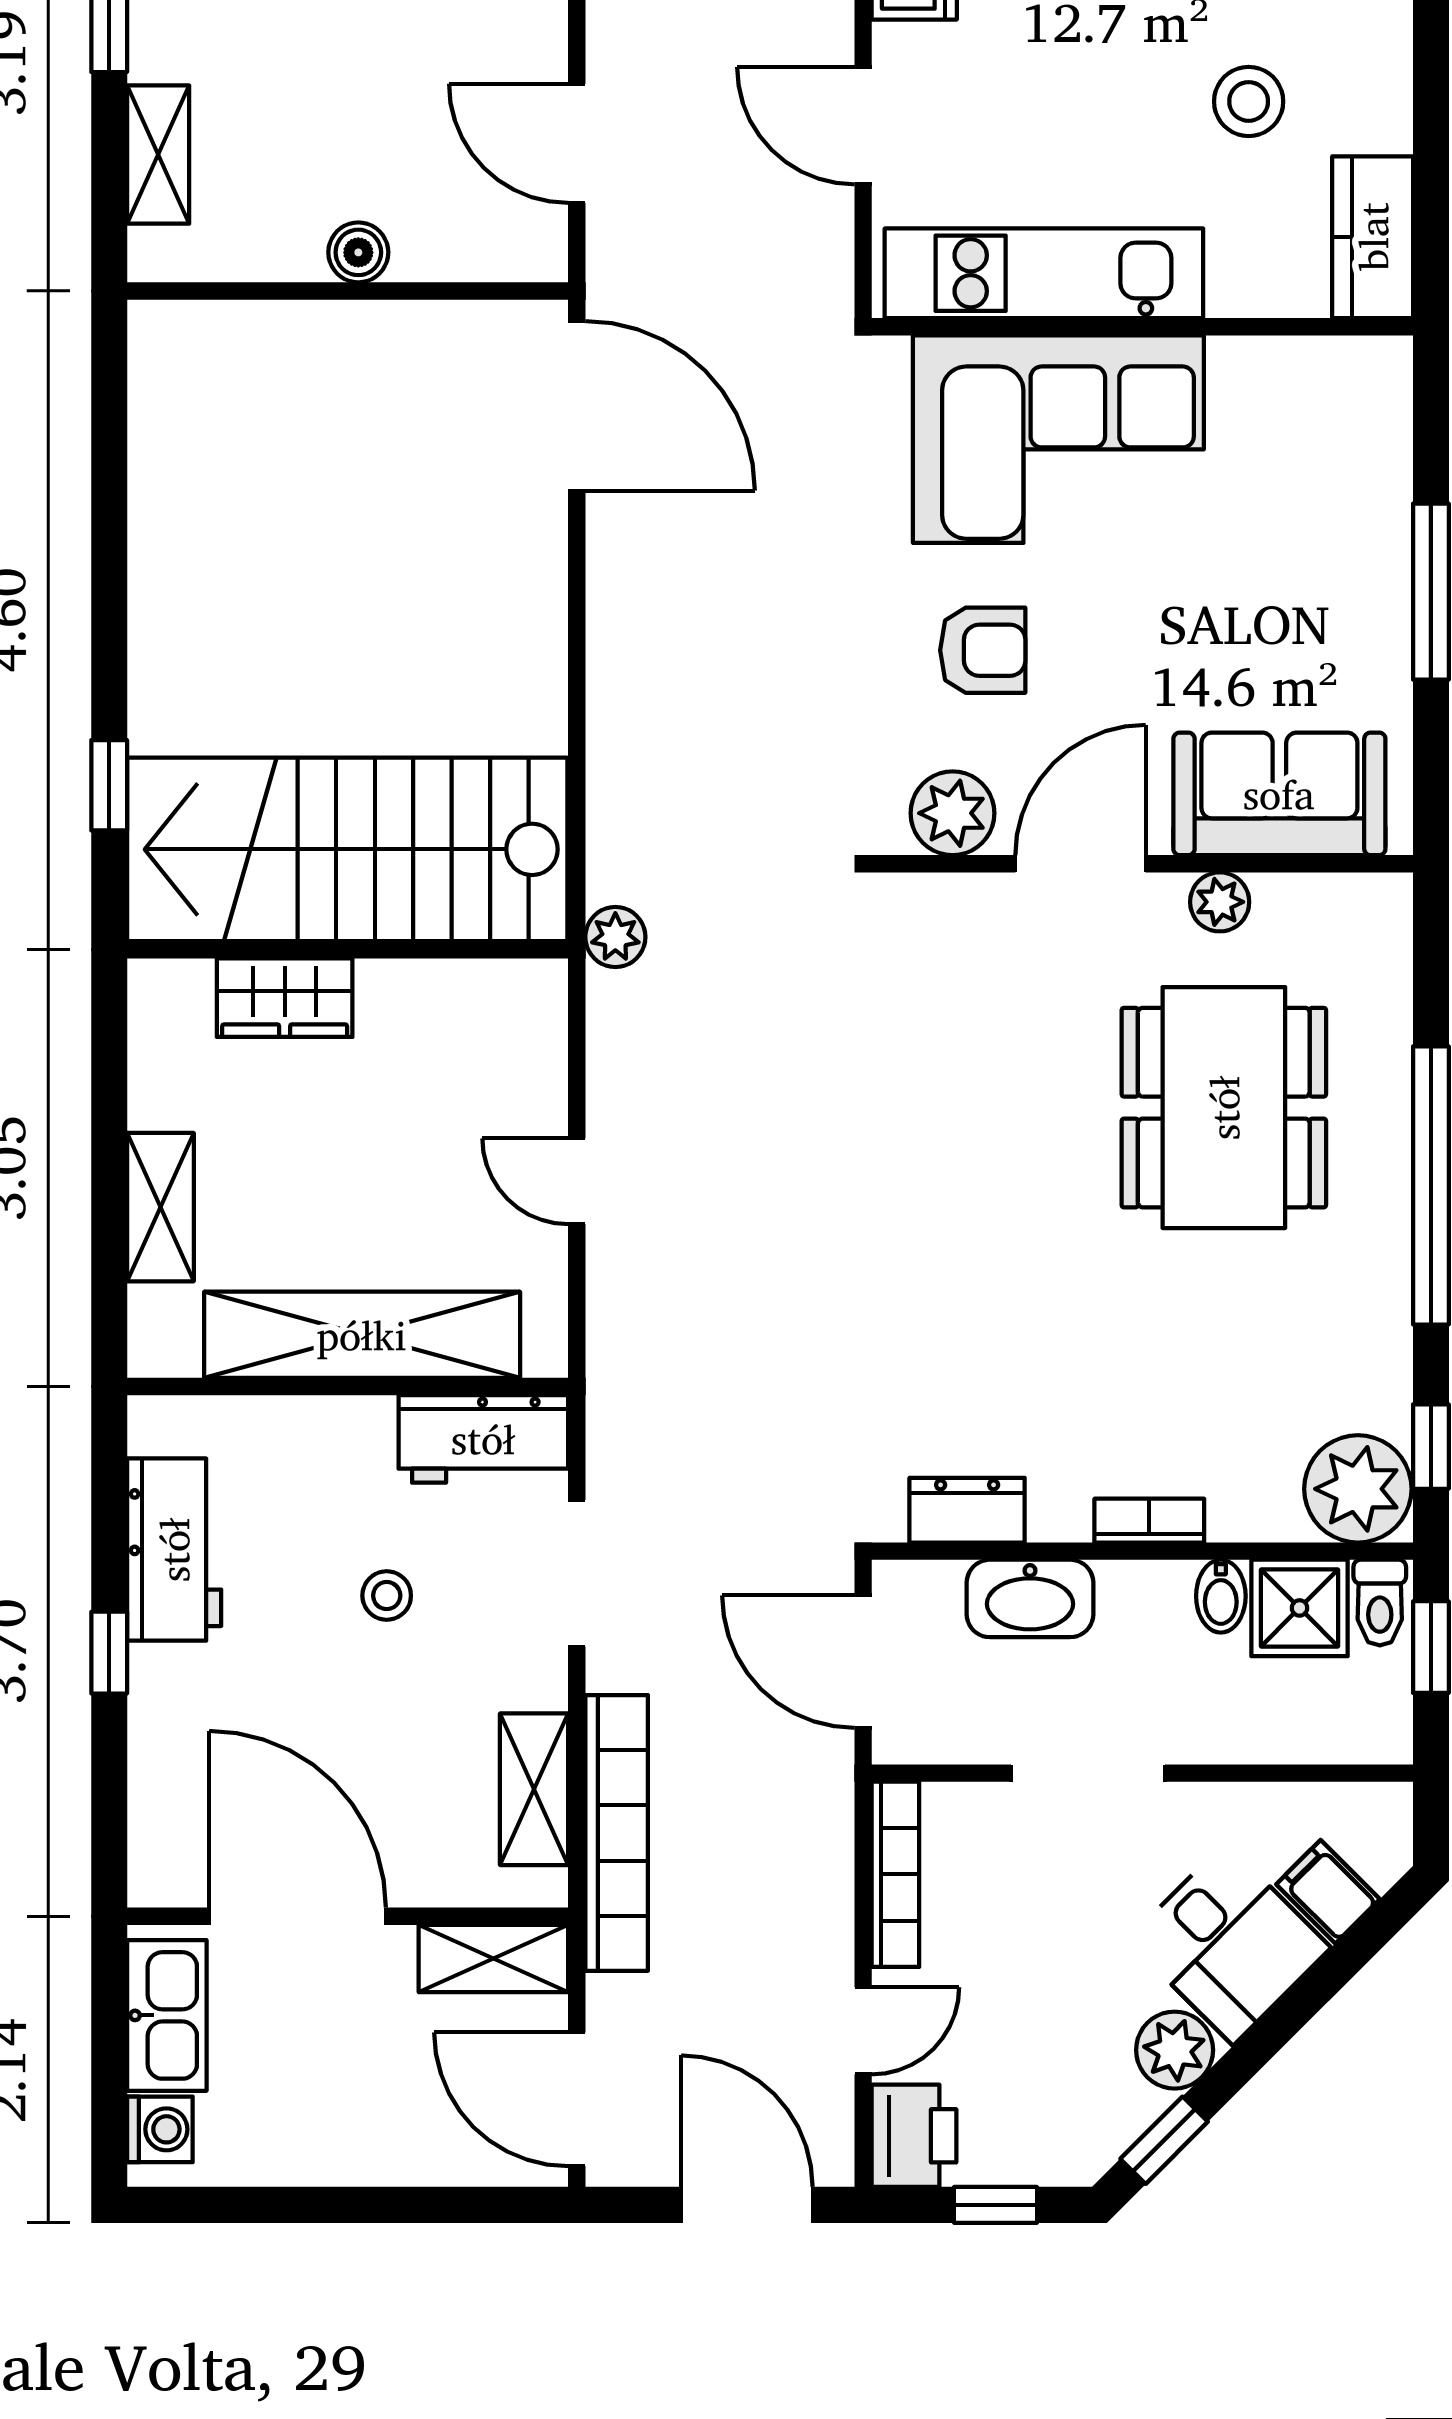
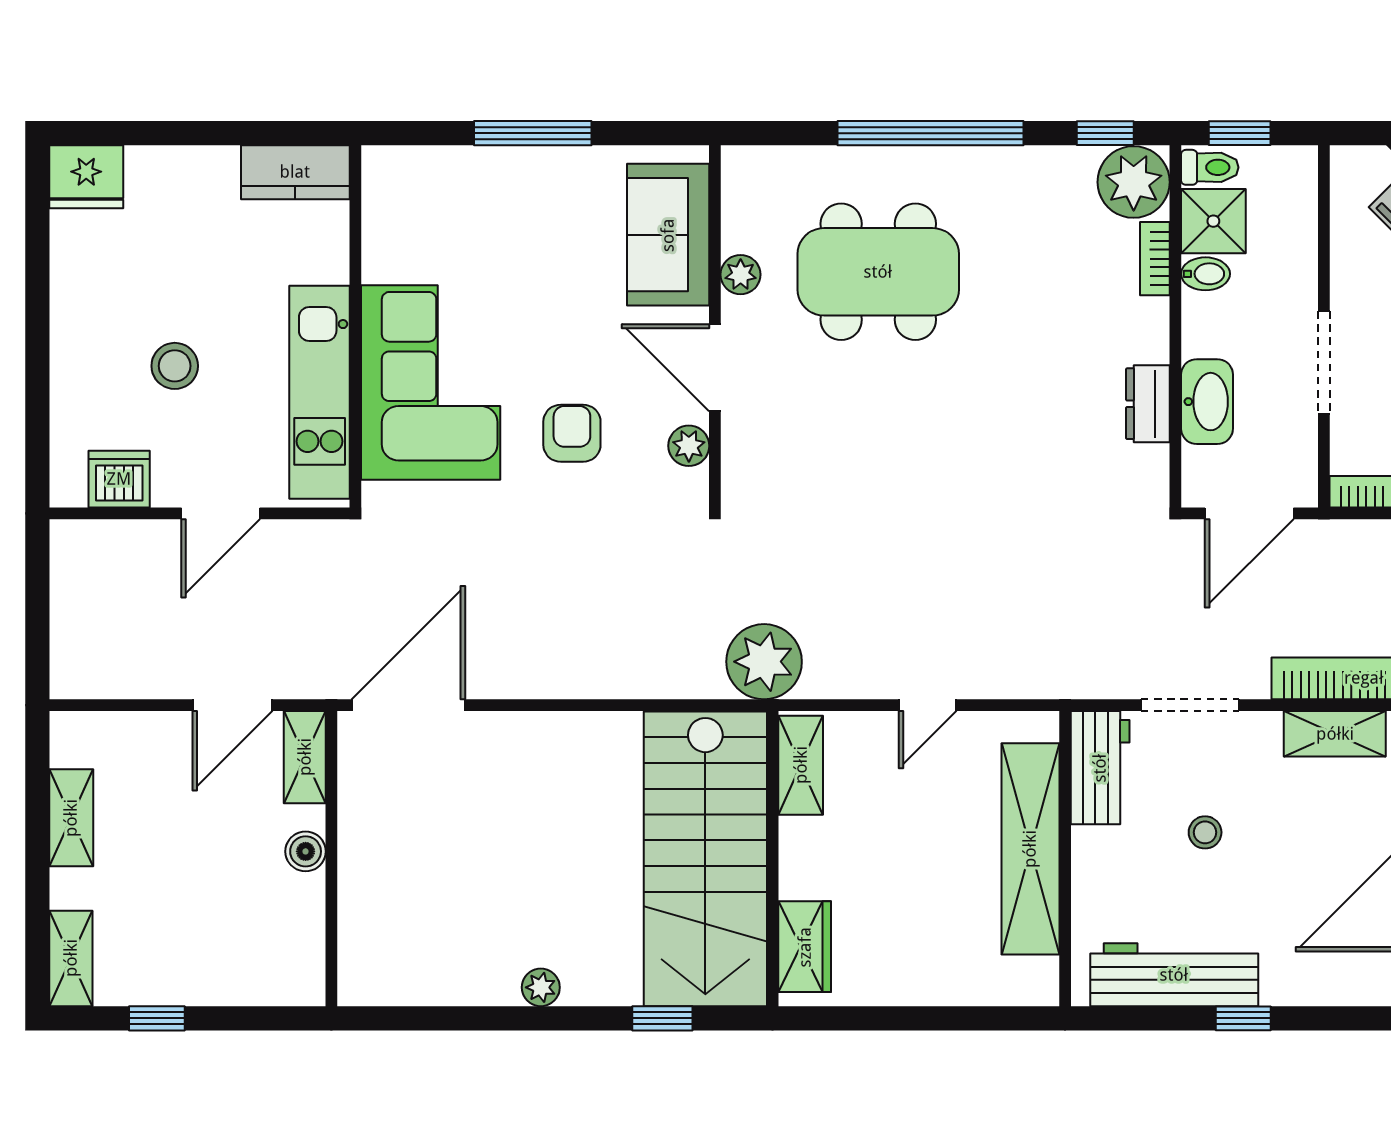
stool: (1249, 101) -> (175, 366), moved
shelving: (158, 155) -> (305, 757), moved, turned 90
plant: (155, 604) -> (541, 987), added
plant: (953, 813) -> (689, 446), width x0.73, depth x0.73
plant: (615, 937) -> (764, 662), width x1.87, depth x1.87
wardrobe: (285, 998) -> (805, 947), moved
shelving: (160, 1207) -> (801, 765), moved, turned 90
dresser: (967, 1510) -> (1148, 404), moved
bookcase: (1149, 1521) -> (1155, 259), moved
workbench: (174, 1550) -> (1174, 975), width x1.38

